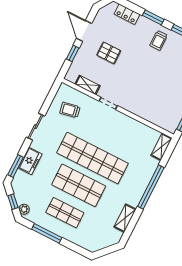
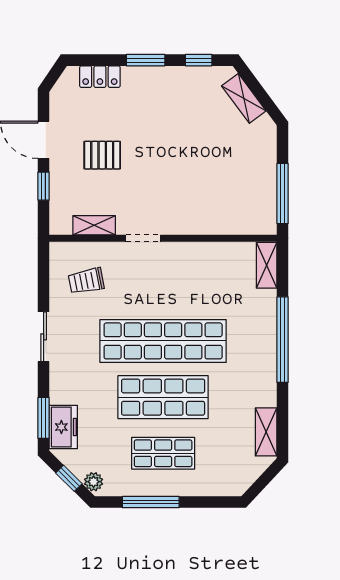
trolley: (159, 40) -> (174, 93), removed
freezer: (30, 161) -> (63, 427), moved
shelving: (125, 218) -> (266, 432), moved

